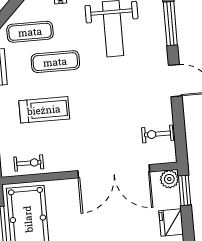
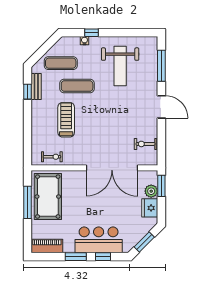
treadmill: (44, 110) -> (66, 120), turned -90
plant: (169, 179) -> (151, 191), moved

